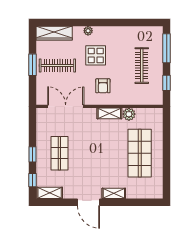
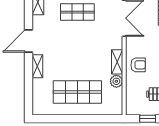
armchair: (103, 86) -> (138, 65), moved, turned 180

